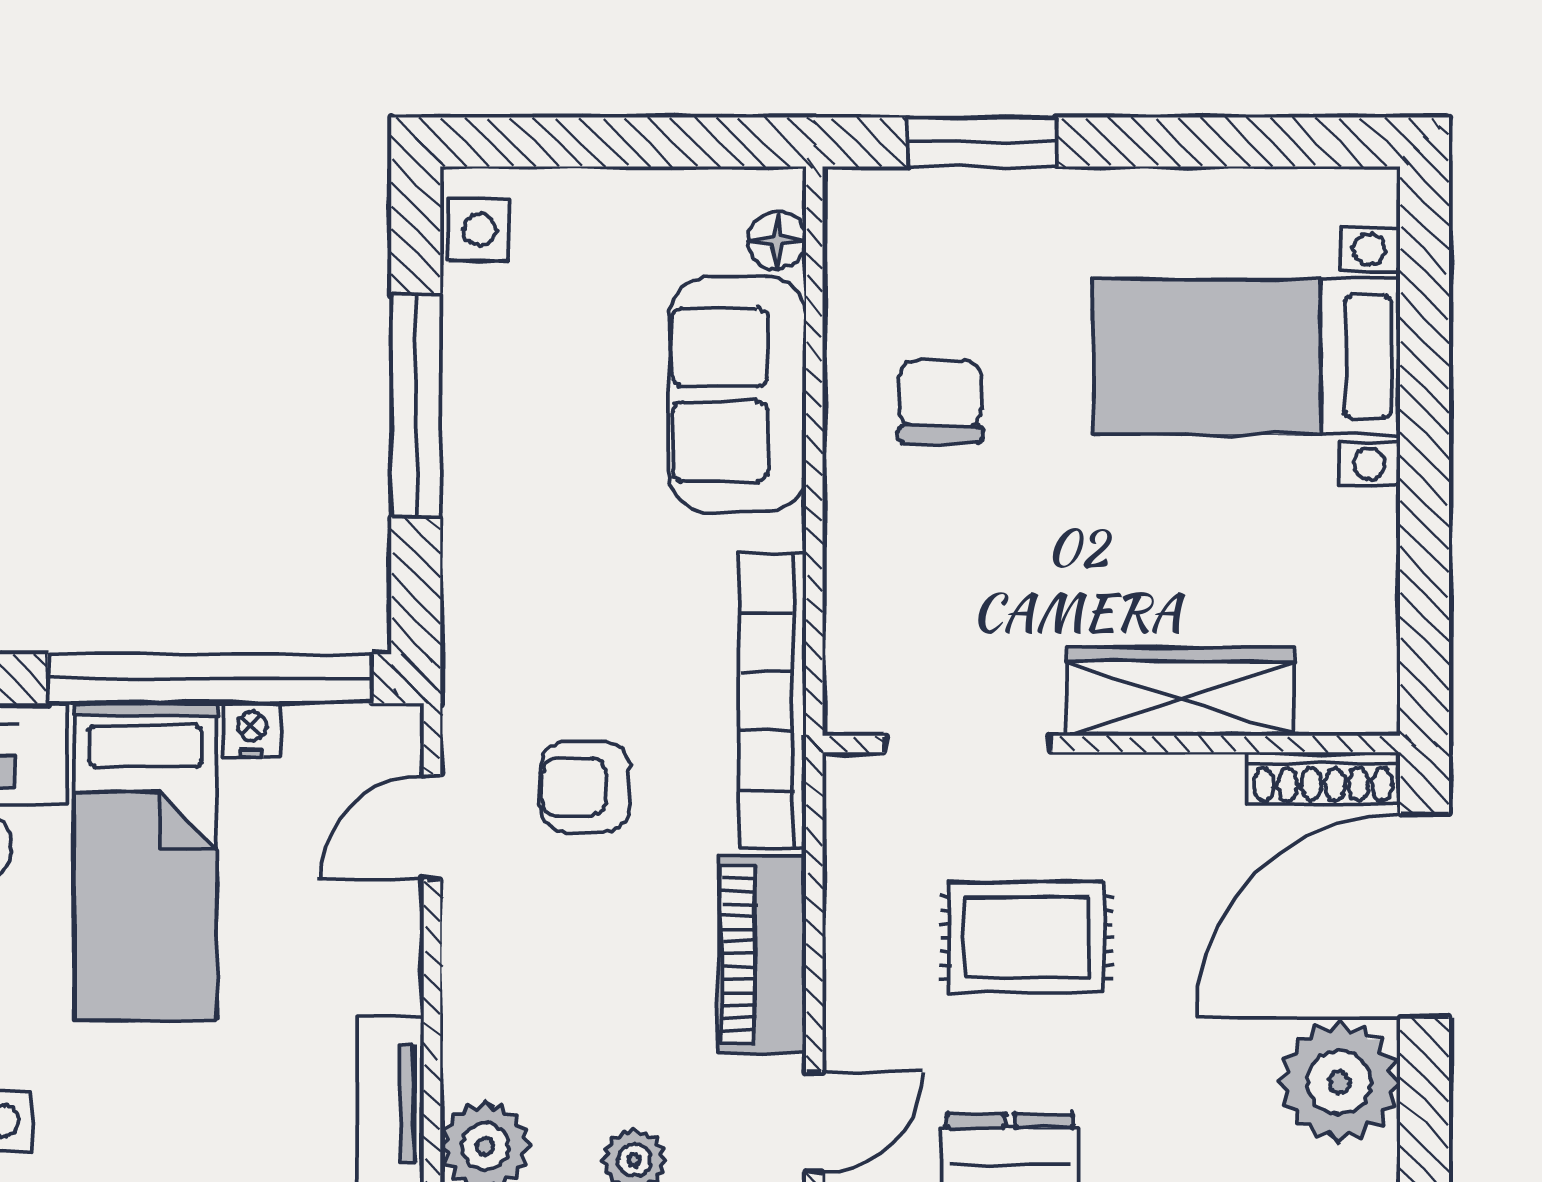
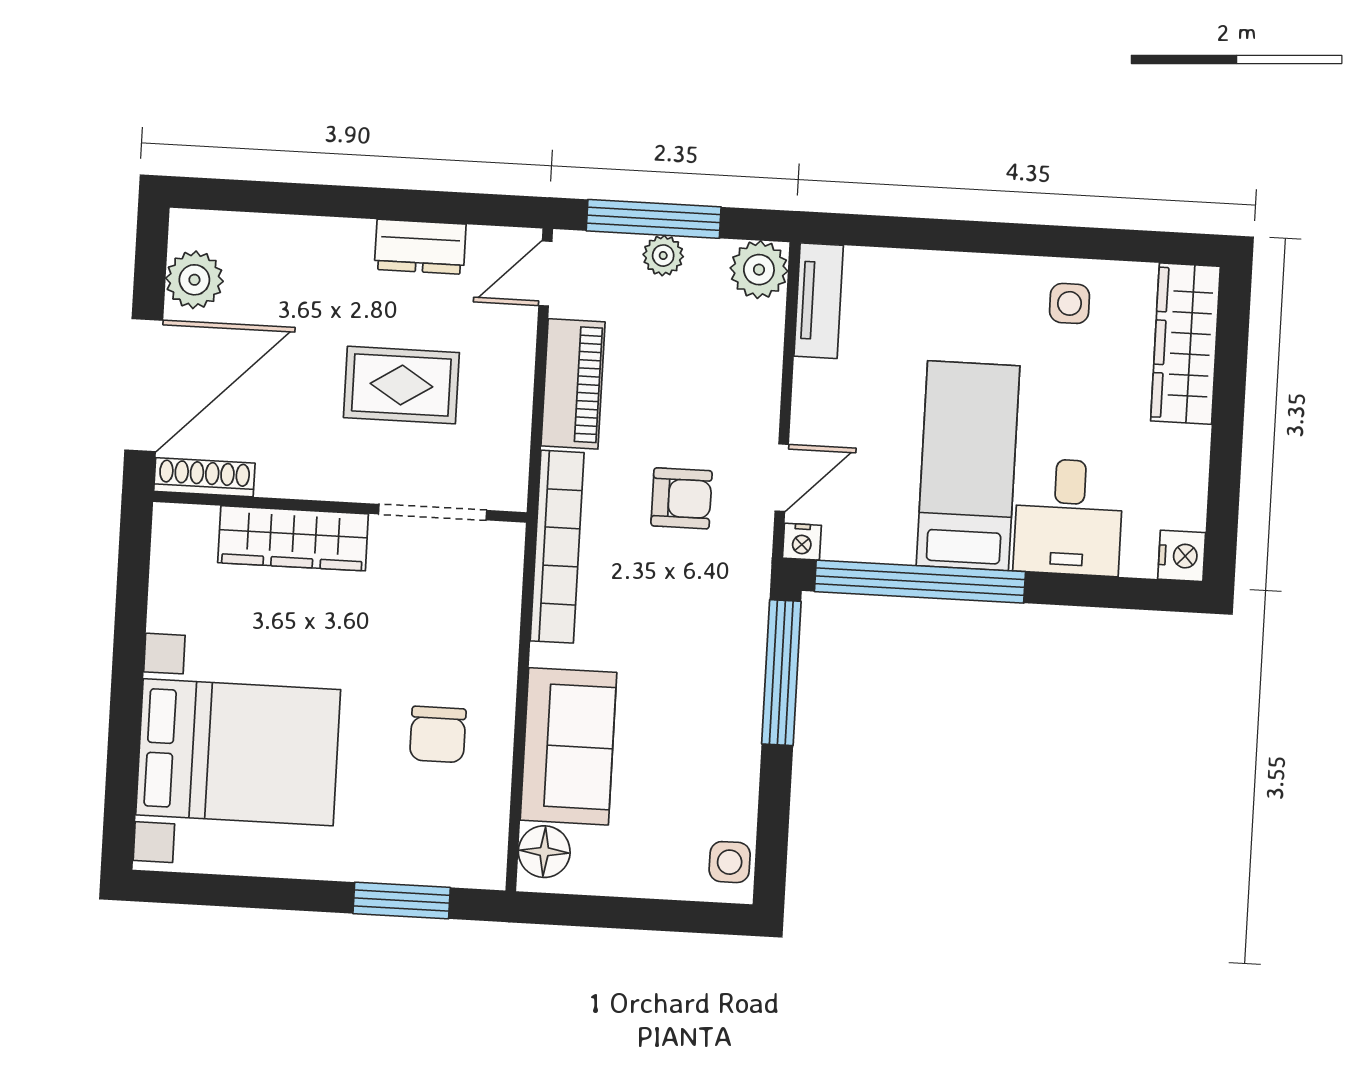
floor lamp: (777, 241) -> (544, 852), width x1.37, depth x1.37
bed with nightstands: (1247, 357) -> (238, 752), width x1.36
window: (416, 406) -> (781, 673), moved
nightstand: (252, 730) -> (802, 542), moved
plant: (1339, 1082) -> (194, 280), width x0.73, depth x0.73

